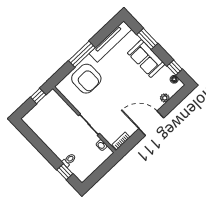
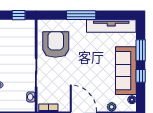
sofa: (146, 59) -> (126, 71), width x1.36
window: (175, 68) -> (141, 76), moved
armchair: (86, 79) -> (56, 44), moved, turned 180

